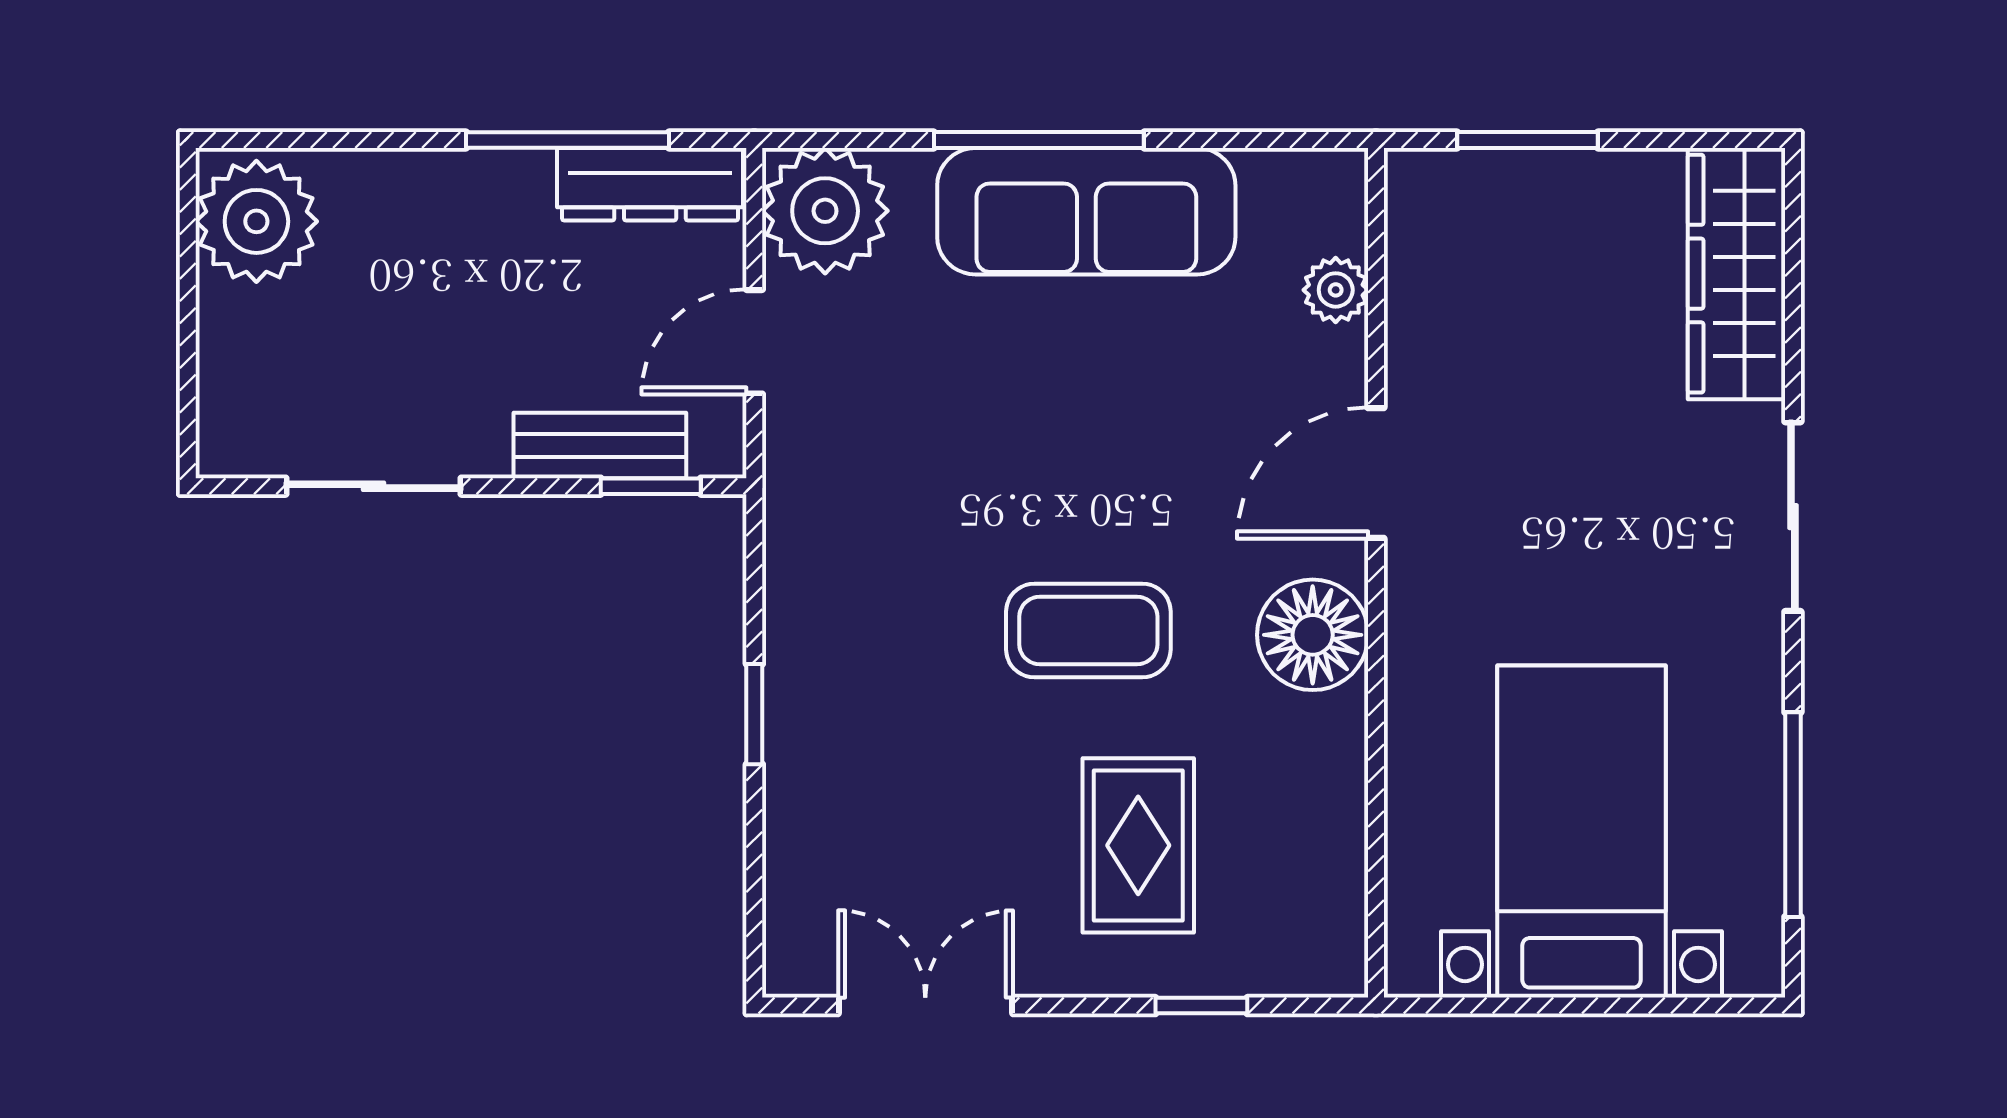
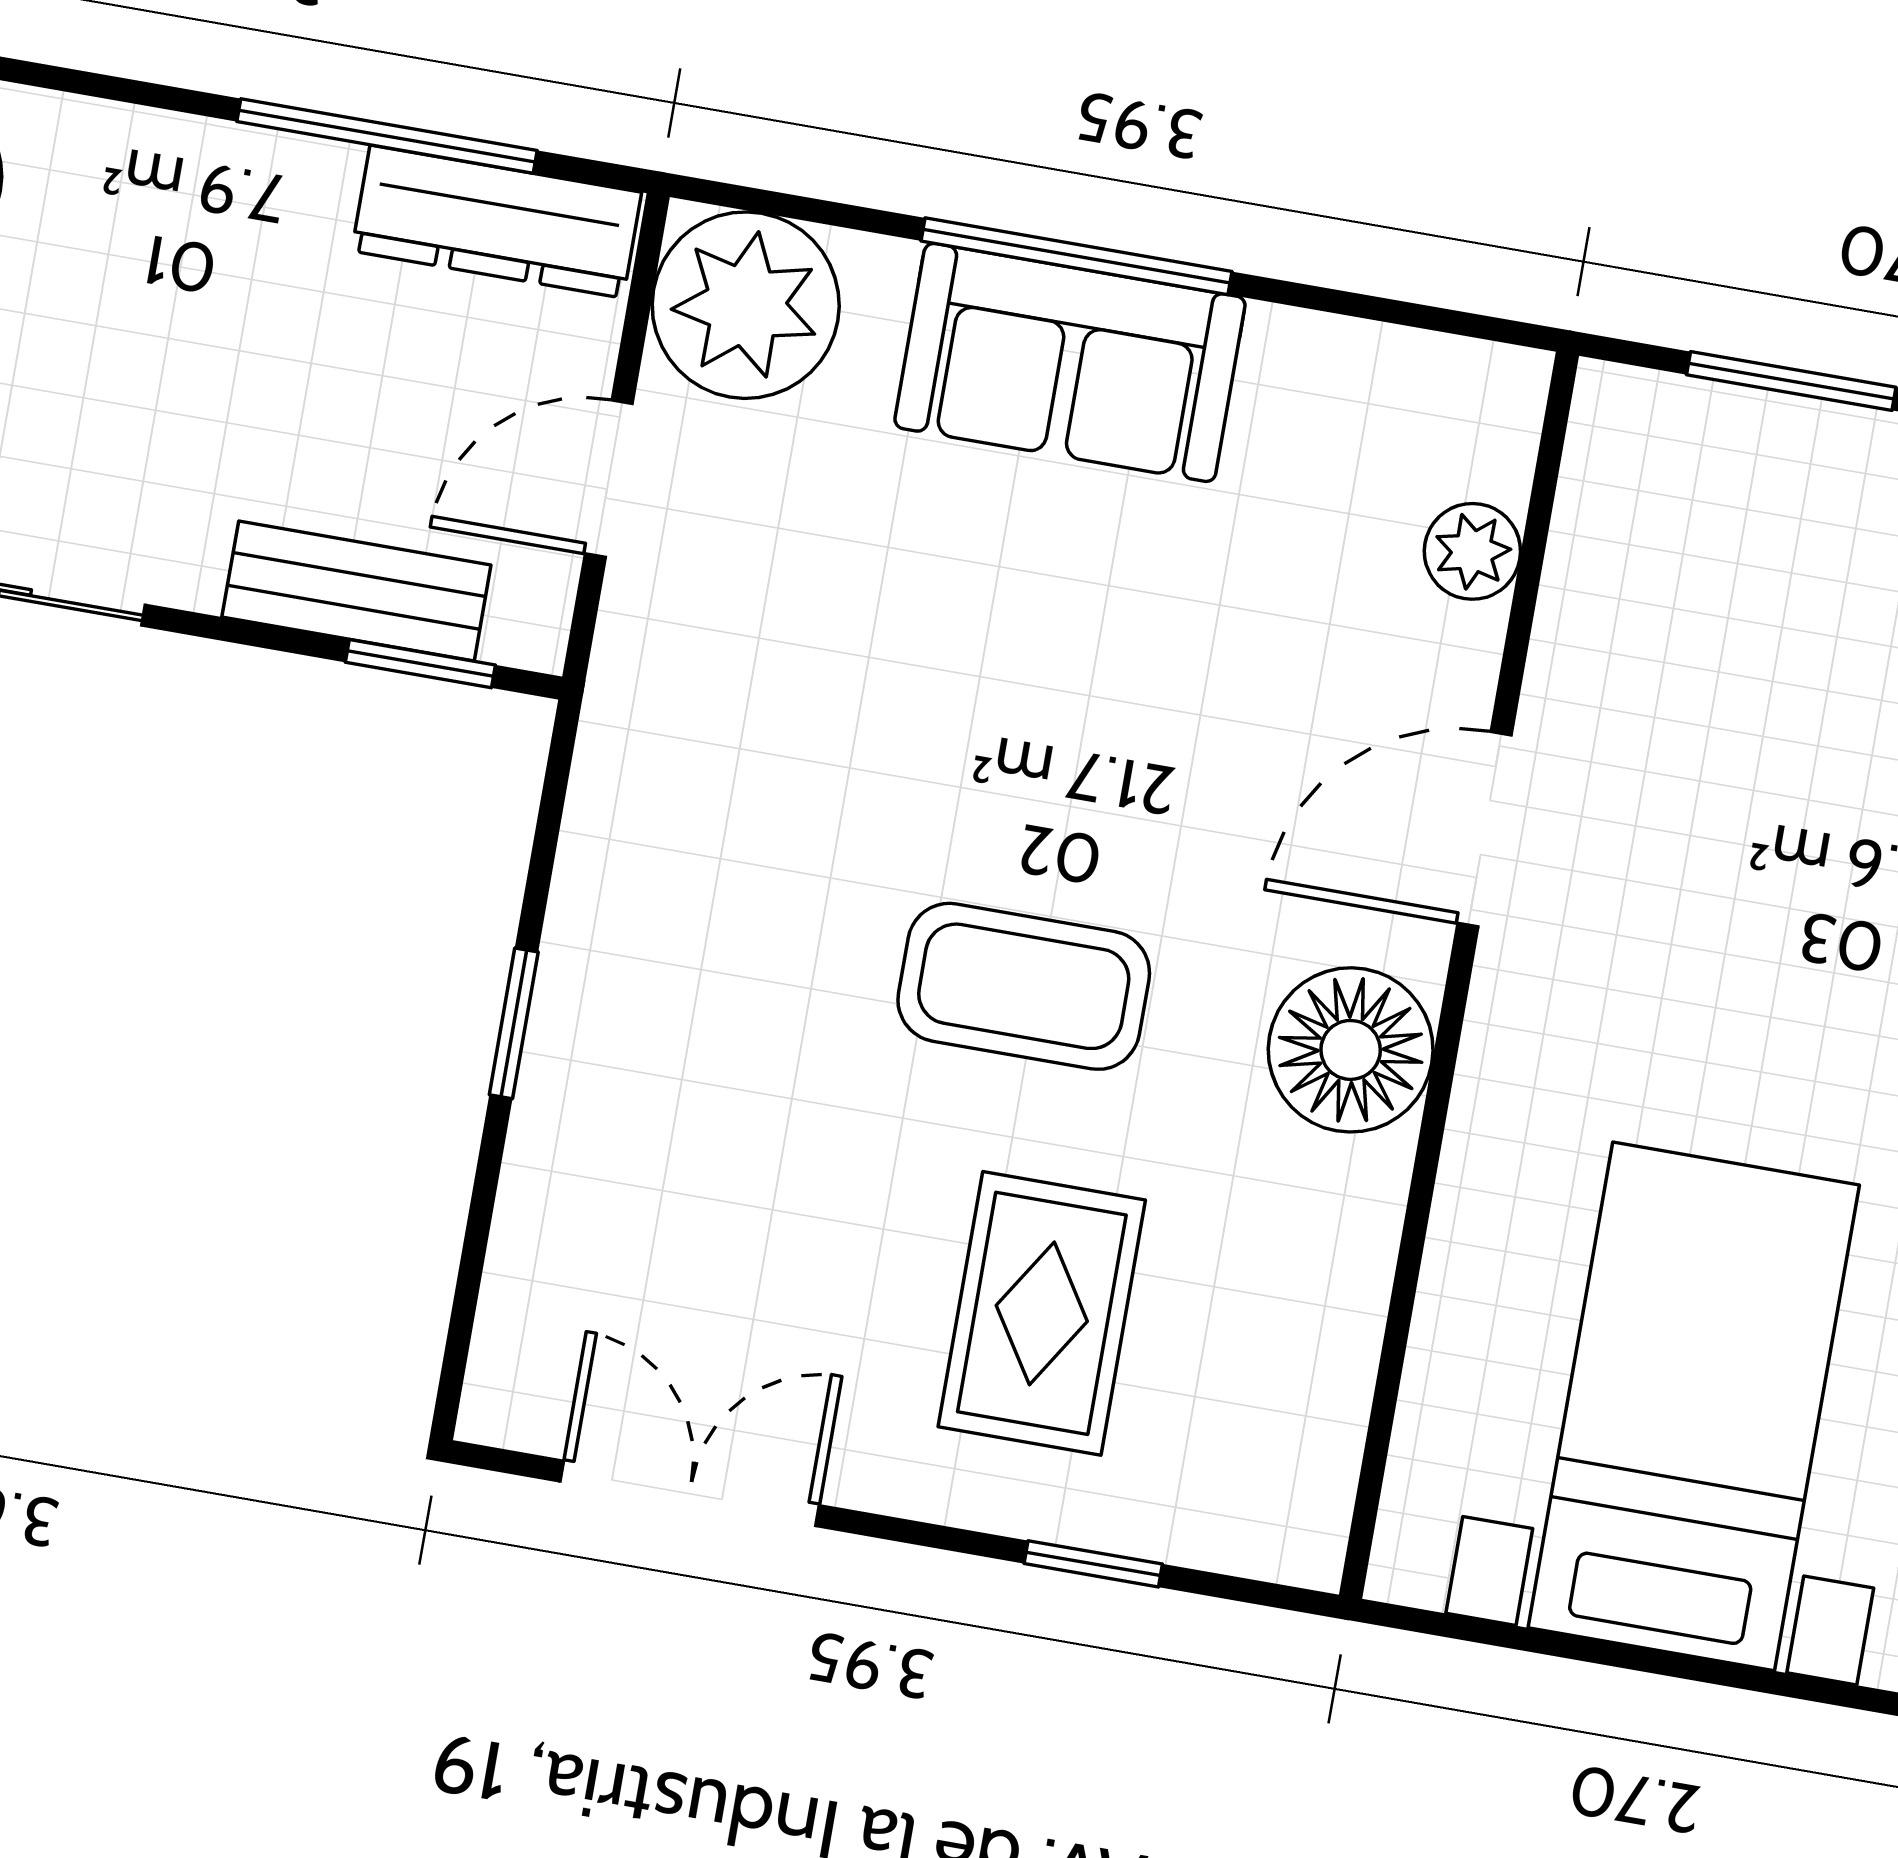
sofa: (1086, 211) -> (1070, 362), width x0.73

